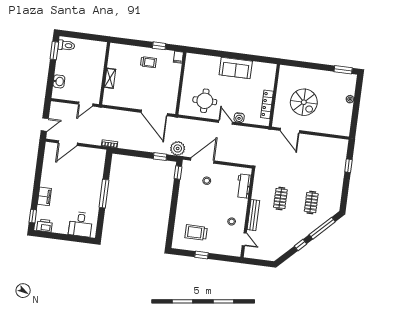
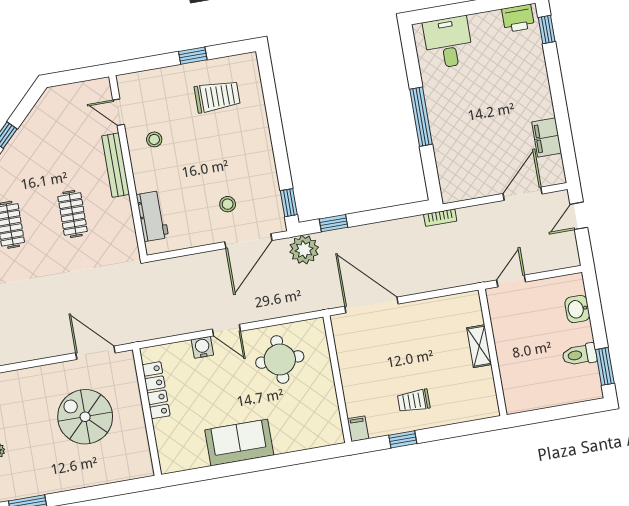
toilet: (66, 45) -> (580, 355), moved
filing cabinet: (44, 196) -> (547, 137), moved

